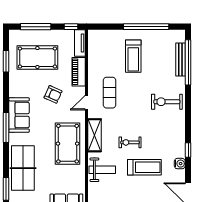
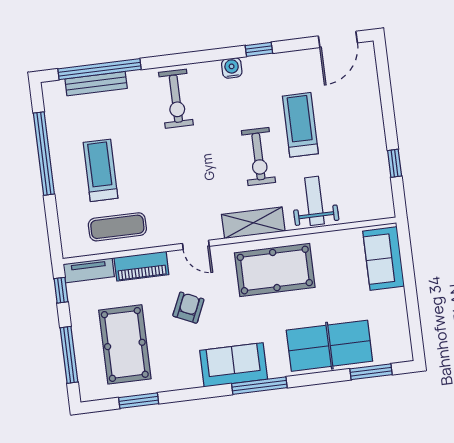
treadmill: (133, 56) -> (100, 170), turned -90
exercise mat: (110, 93) -> (117, 227), moved
exercise bike: (130, 142) -> (258, 157), width x1.38, depth x1.39
water cooler: (180, 164) -> (232, 68), moved

